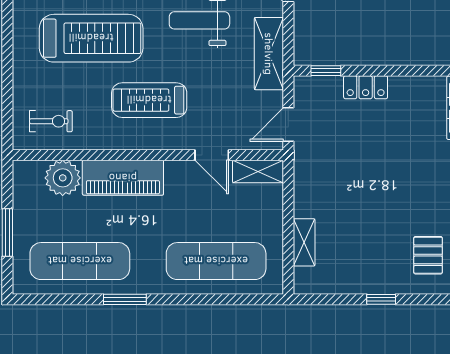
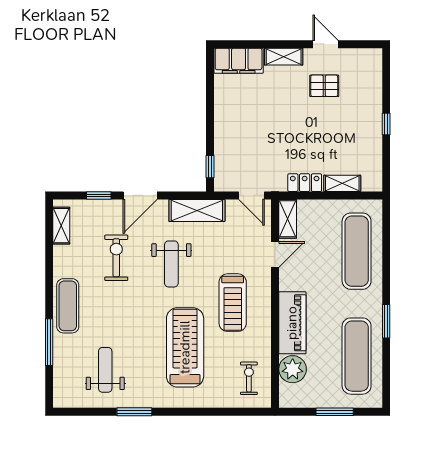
locker: (366, 87) -> (305, 183), moved, turned -90
pallet: (428, 255) -> (324, 86), moved

